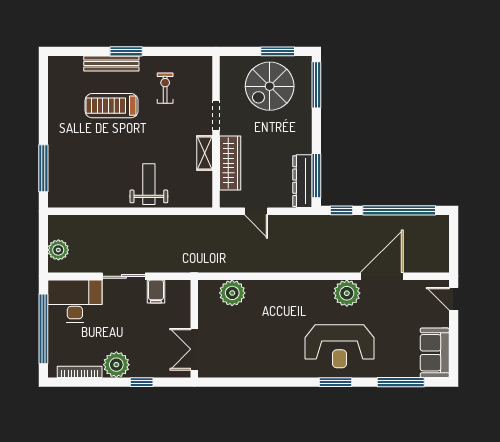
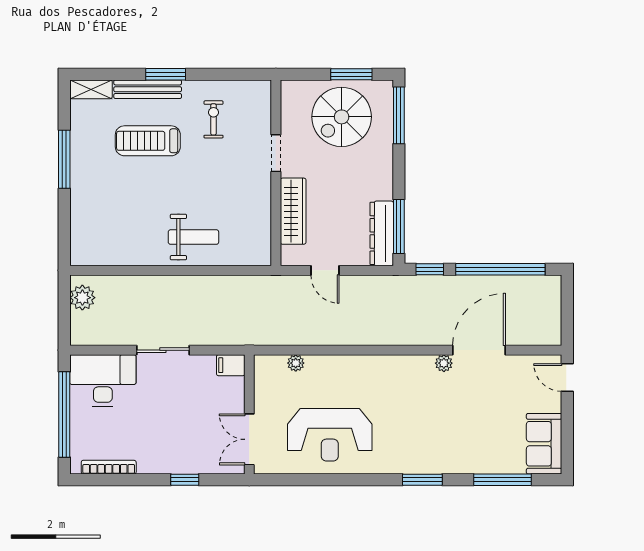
shelving: (205, 153) -> (91, 89), moved, turned 90
window: (43, 168) -> (64, 159), moved
weight bench: (149, 184) -> (193, 237), turned 90
plant: (58, 250) -> (82, 298), moved
filing cabinet: (156, 292) -> (231, 365), moved, turned 90
plant: (232, 293) -> (296, 363), width x0.53, depth x0.53
plant: (347, 293) -> (444, 363), width x0.53, depth x0.53
reception desk: (339, 346) -> (330, 435), moved
plant: (116, 365) -> (154, 458), removed

